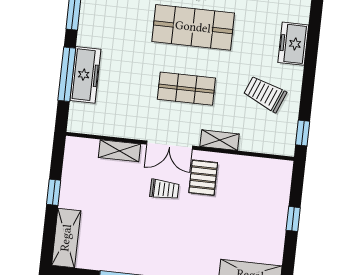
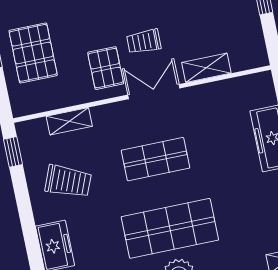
shelving: (220, 140) -> (69, 121), moved
pallet: (259, 210) -> (33, 53), added

